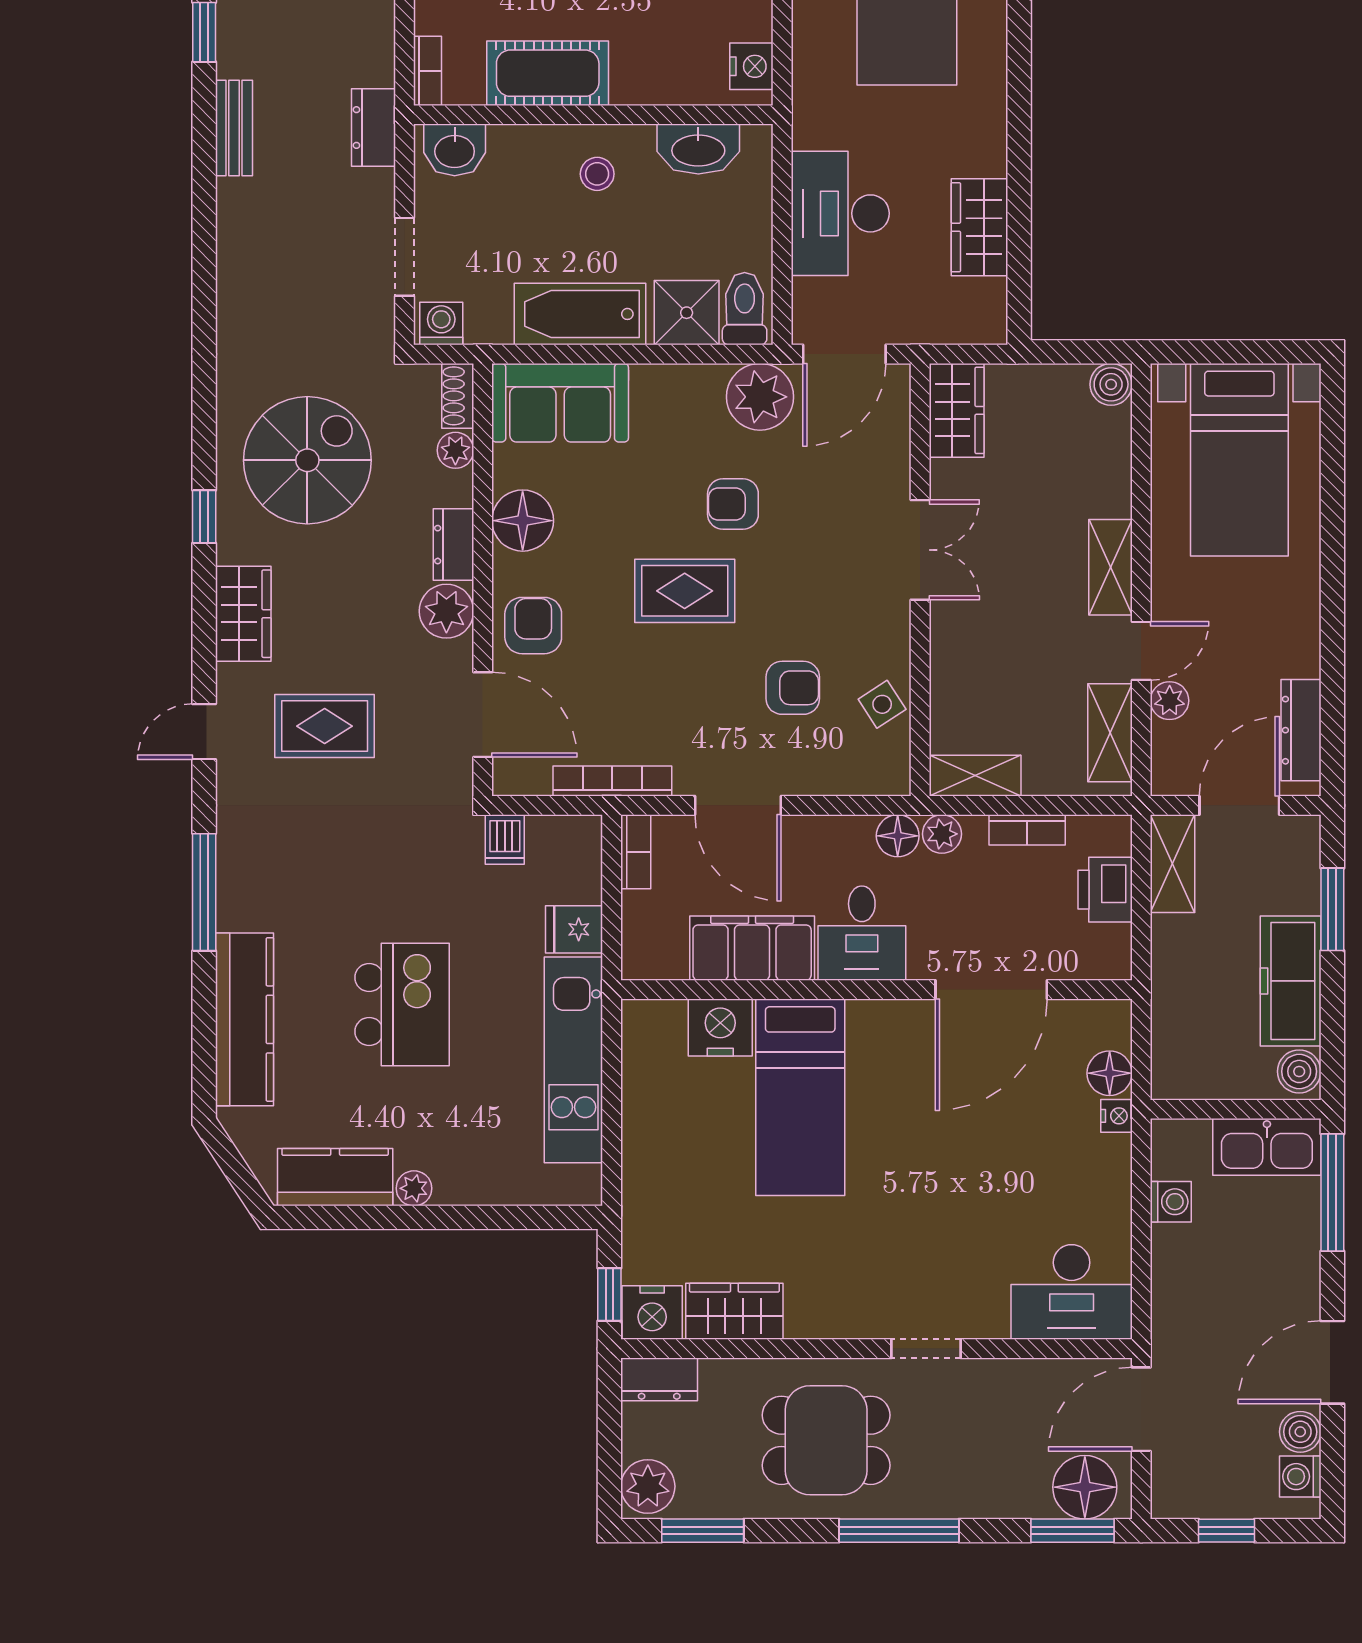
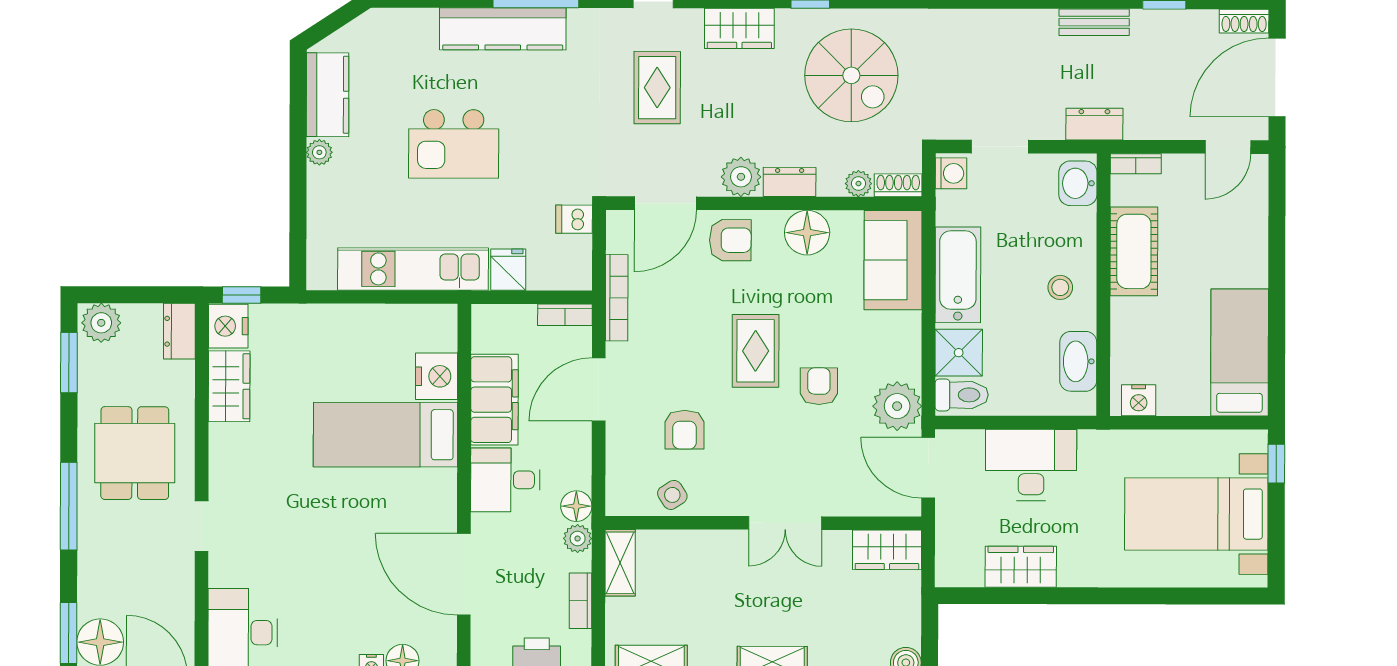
kitchen counter: (245, 1019) -> (503, 29), moved

